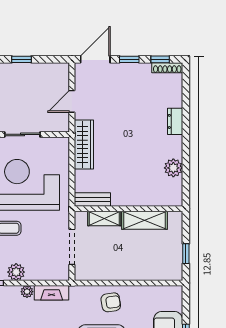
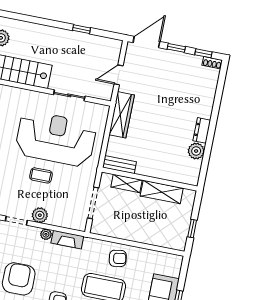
shoe rack: (167, 68) -> (212, 63), width x0.70
dresser: (175, 121) -> (202, 130), moved

